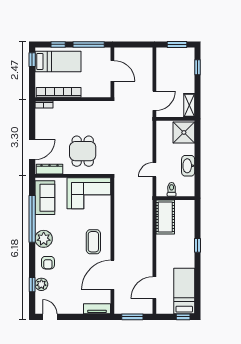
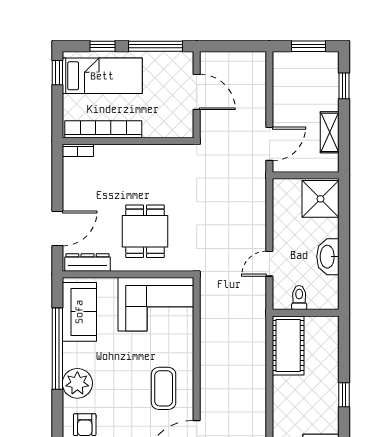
shelving: (189, 105) -> (330, 132), moved

